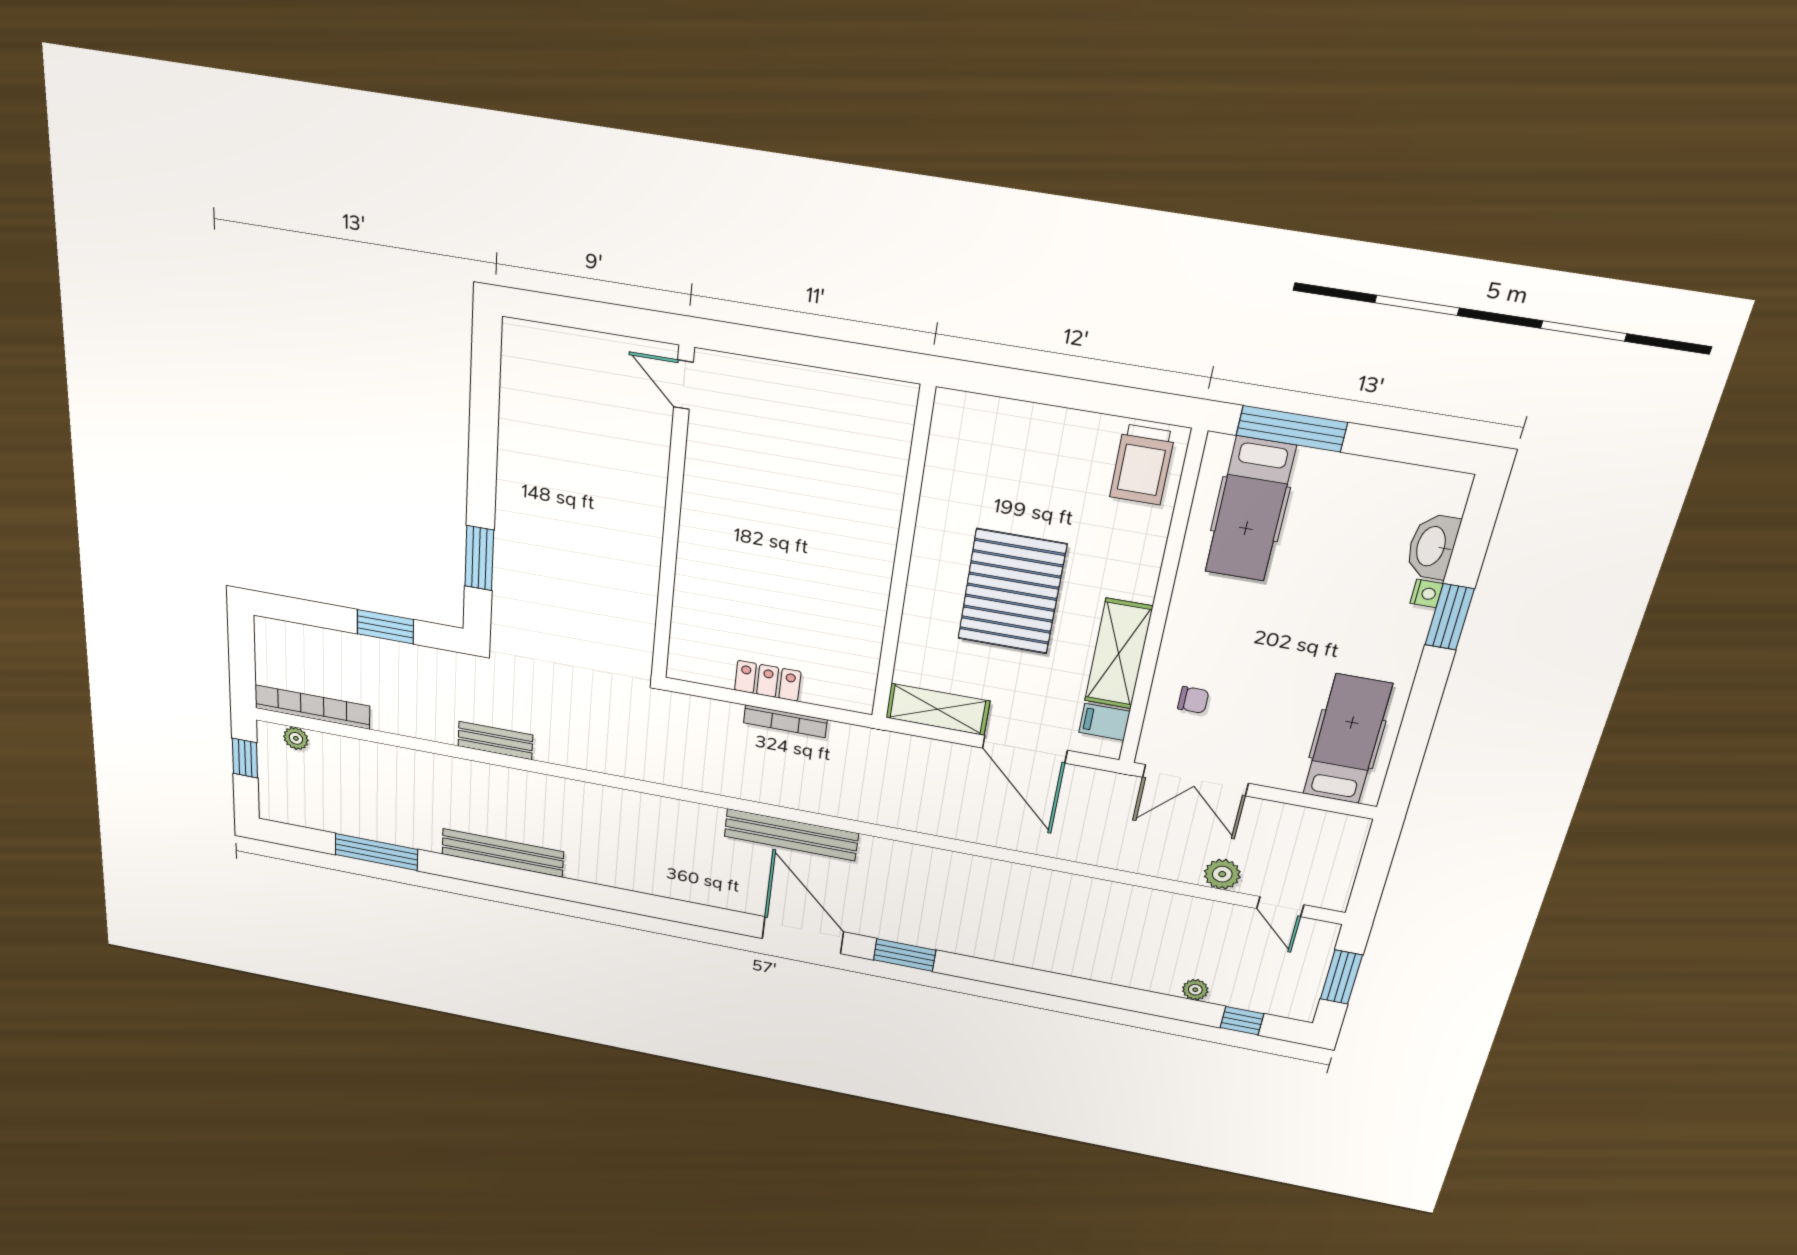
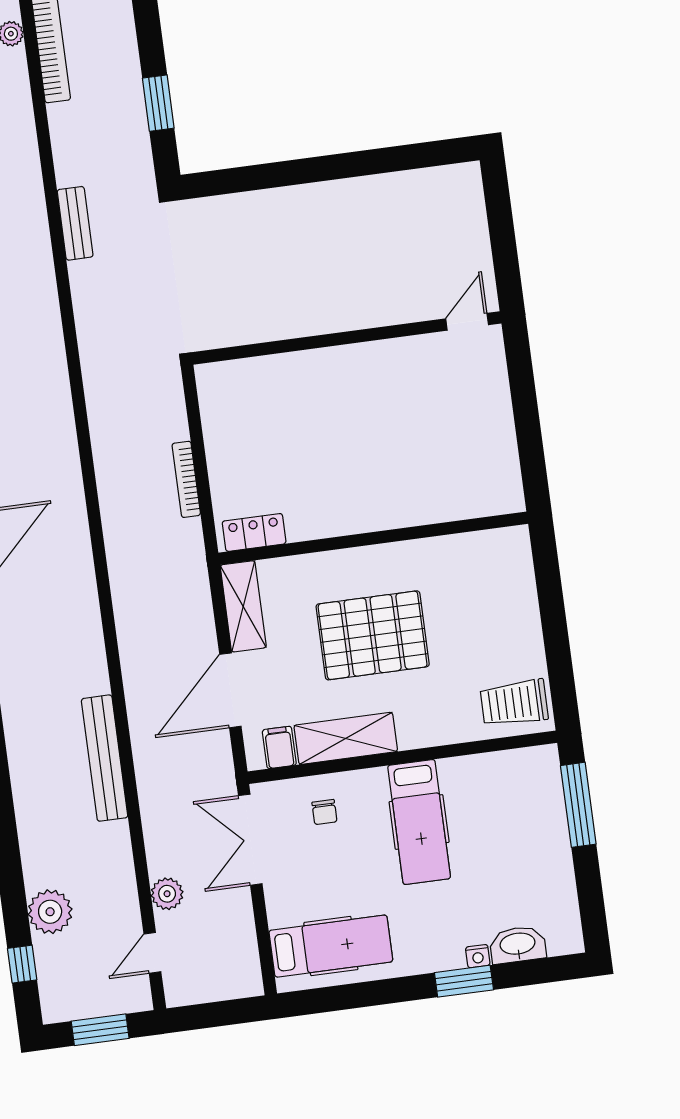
hospital bed: (1250, 509) -> (419, 822), moved, turned -90
window: (479, 558) -> (255, 178), removed
locker: (768, 681) -> (254, 532), moved, turned -90
bench: (791, 835) -> (105, 758), moved
plant: (1195, 990) -> (50, 912), width x1.88, depth x1.88

